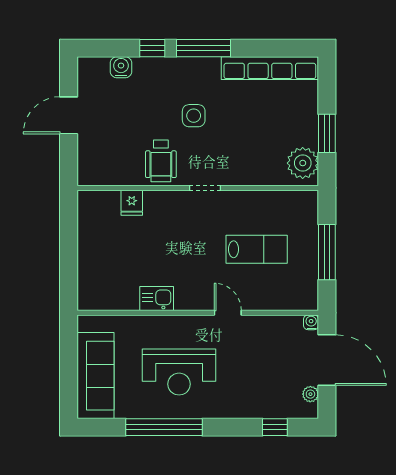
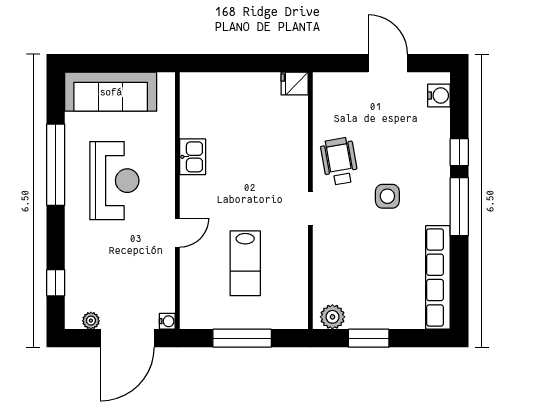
water cooler: (121, 67) -> (439, 95), moved
wheelchair: (161, 161) -> (339, 161), turned 80
plant: (303, 163) -> (332, 317), width x0.73, depth x0.73
fridge: (132, 203) -> (295, 84), moved
reception desk: (179, 372) -> (114, 181), turned 180

